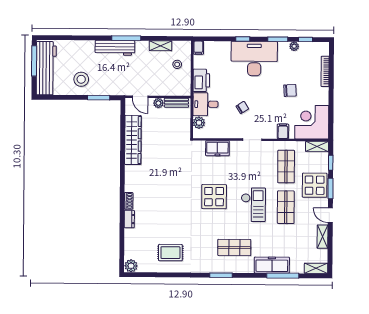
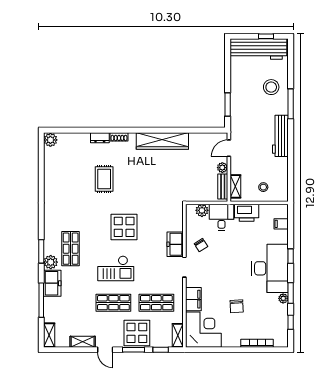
window: (126, 38) -> (291, 104), moved
shelving: (160, 46) -> (235, 186), moved
plant: (294, 46) -> (283, 298), moved
workbench: (115, 48) -> (280, 136), moved
filing cabinet: (198, 48) -> (281, 224), moved
window: (34, 61) -> (266, 36), width x0.46
stool: (81, 79) -> (271, 87), moved
chair: (242, 108) -> (201, 245), moved
filing cabinet: (283, 131) -> (193, 299), width x2.00
wardrobe: (133, 140) -> (162, 141), moved
freezer: (217, 148) -> (175, 244), moved
door: (330, 215) -> (105, 350), swing flipped
rug: (170, 253) -> (104, 179), moved
freezer: (272, 265) -> (52, 283), width x0.71
plant: (247, 266) -> (51, 262), added
window: (221, 275) -> (41, 251), moved

